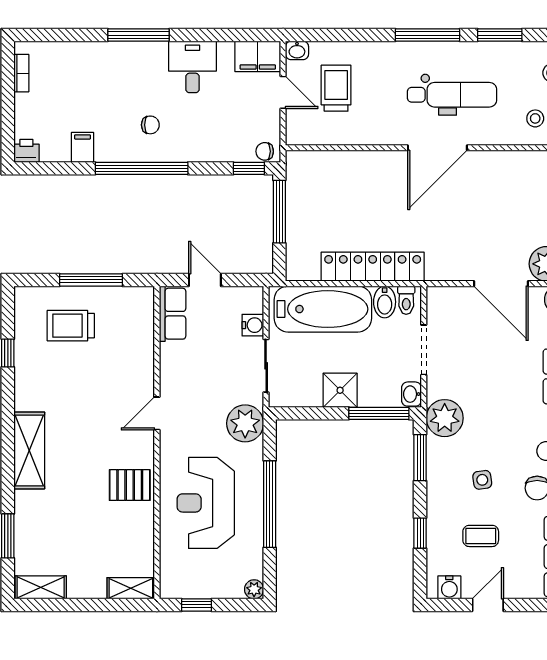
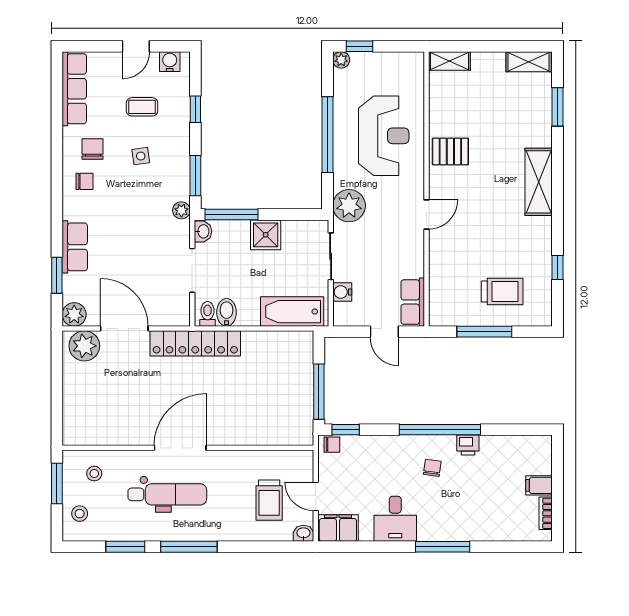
dental chair: (452, 95) -> (167, 494), turned 180
chair: (150, 125) -> (432, 468), turned 98
filing cabinet: (83, 147) -> (539, 485), moved, turned 90
printer: (26, 151) -> (468, 445), moved
locker: (373, 267) -> (195, 343), moved
bathtub: (323, 309) -> (292, 312), width x0.73, depth x0.73
plant: (445, 418) -> (181, 210), width x0.53, depth x0.53
window: (197, 605) -> (360, 46), moved

